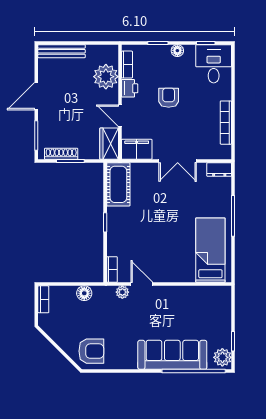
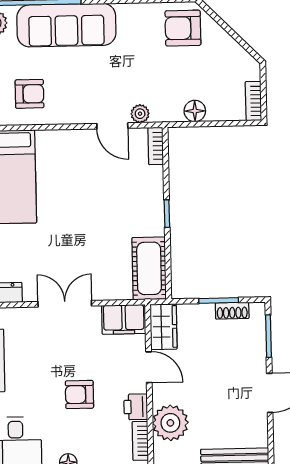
armchair: (169, 98) -> (79, 394), turned 90
shoe rack: (61, 154) -> (232, 311), width x0.70
armchair: (199, 308) -> (29, 94), added

